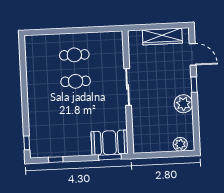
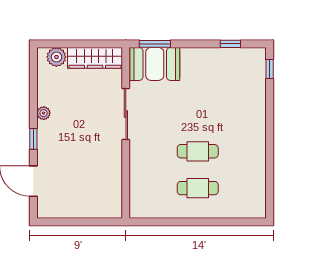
wardrobe: (162, 36) -> (95, 58), moved, turned 180
sliding door: (128, 87) -> (126, 114), moved
plant: (183, 104) -> (44, 113), width x0.53, depth x0.53

